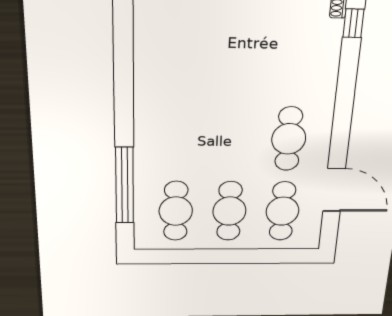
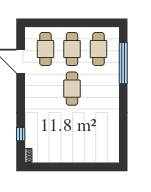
window: (353, 23) -> (21, 134), moved
cafe table: (289, 139) -> (72, 89), moved

